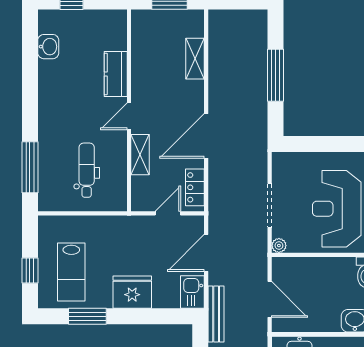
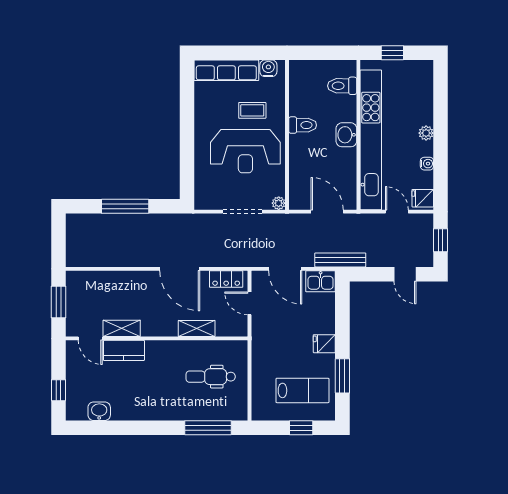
shelving: (195, 59) -> (122, 328), moved
door: (129, 116) -> (90, 338), moved
fridge: (132, 292) -> (324, 344), width x0.53, depth x0.75
door: (270, 299) -> (327, 212), hinge flipped

